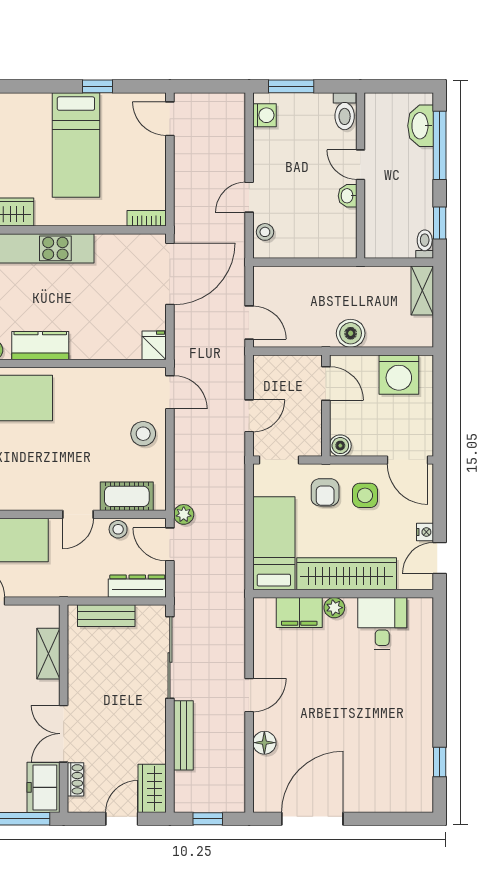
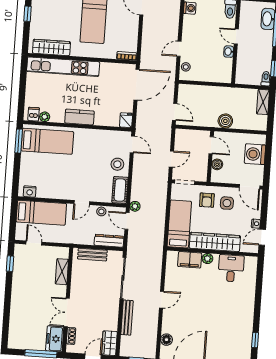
kitchen counter: (40, 346) -> (79, 117), moved
washing machine: (399, 375) -> (255, 154), moved, turned 90
boiler: (340, 446) -> (217, 164), moved
cot: (127, 496) -> (120, 190), moved, turned 90
floor lamp: (264, 743) -> (166, 340), moved

